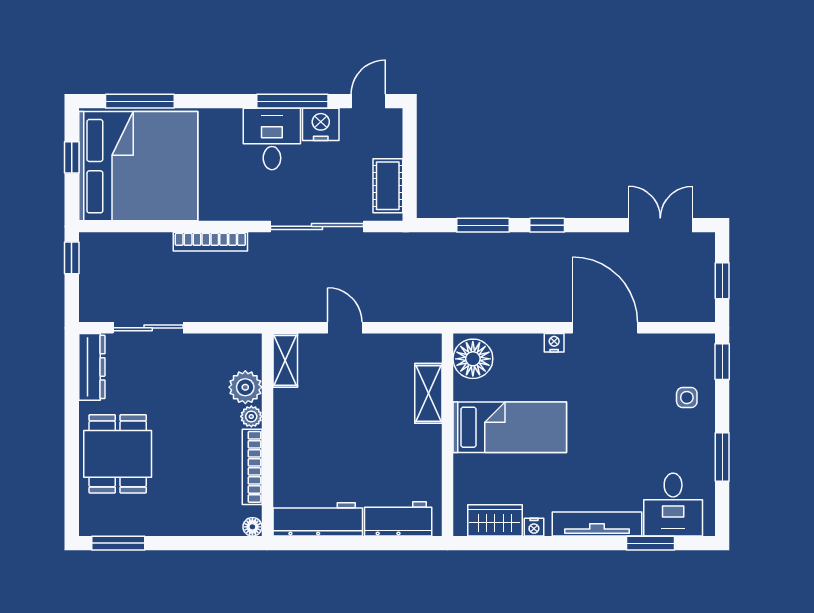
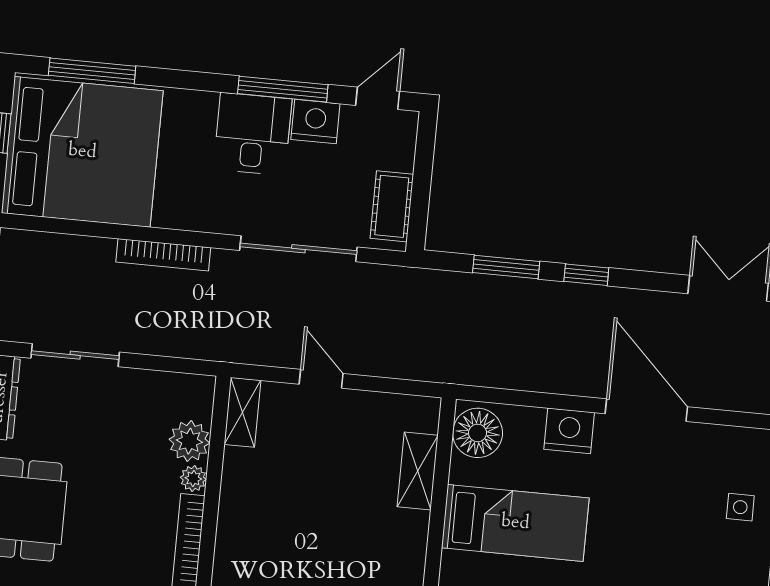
nightstand: (554, 343) -> (569, 431), width x1.89, depth x1.79

